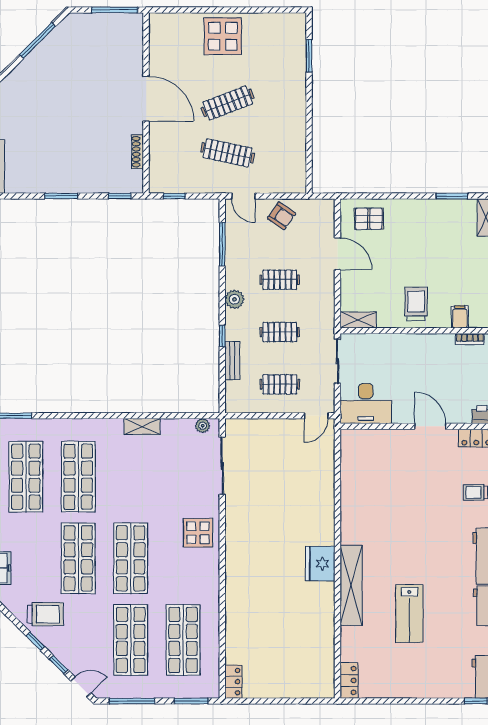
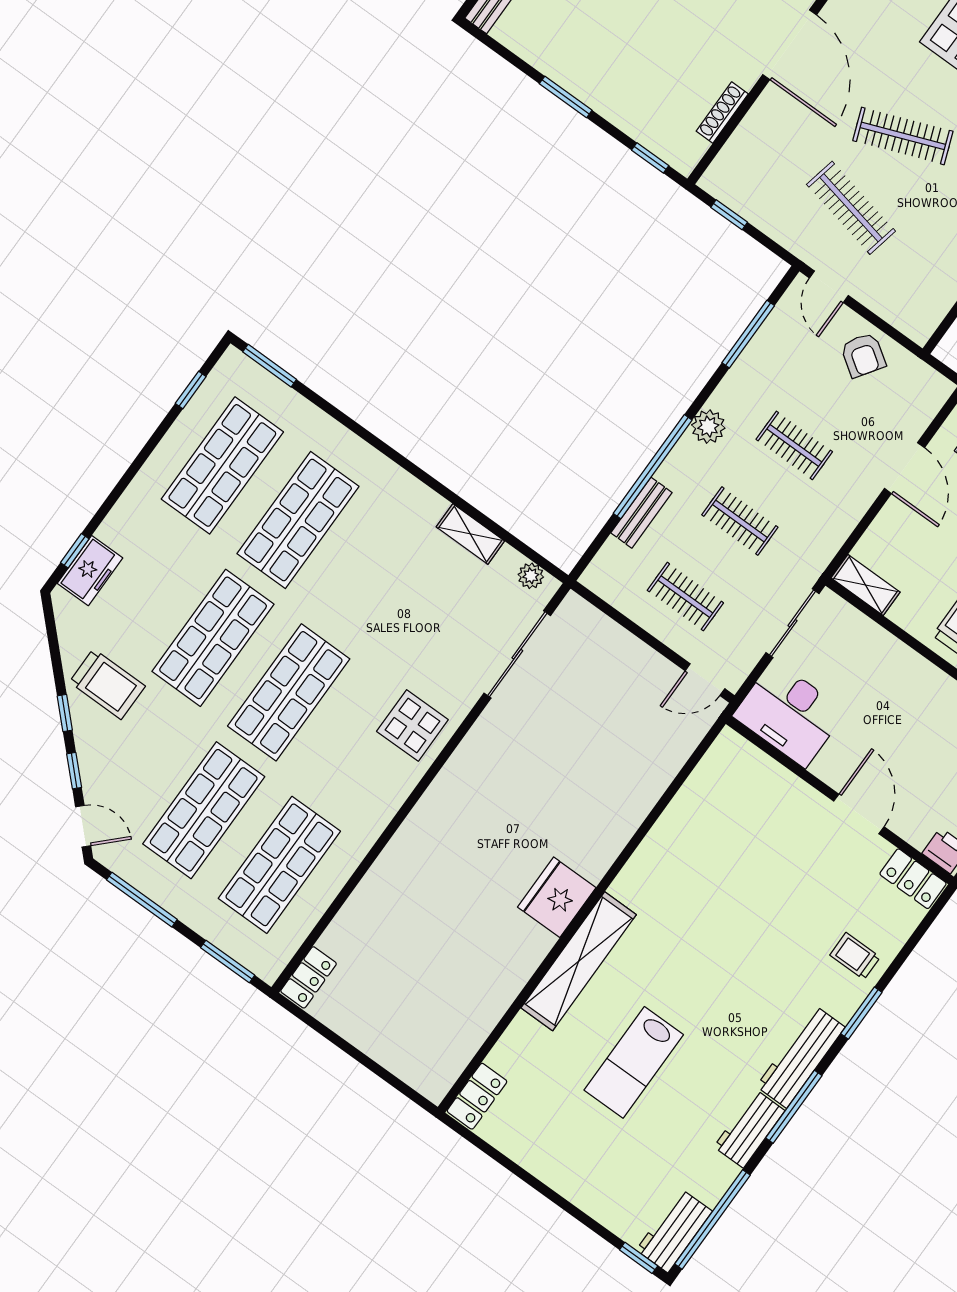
window: (222, 336) -> (653, 467), width x3.17
shelving: (142, 426) -> (470, 534), moved

